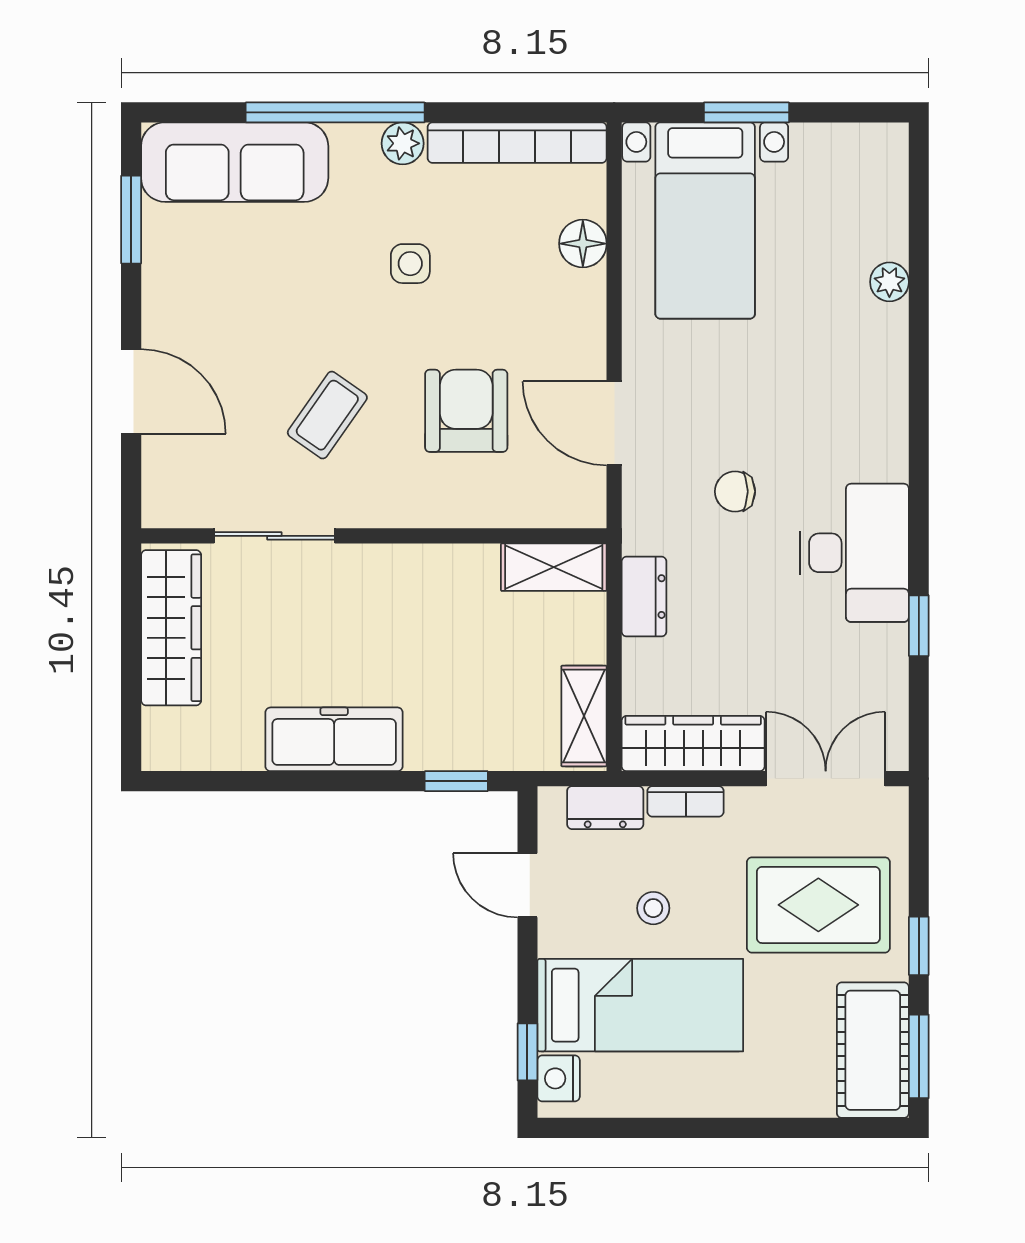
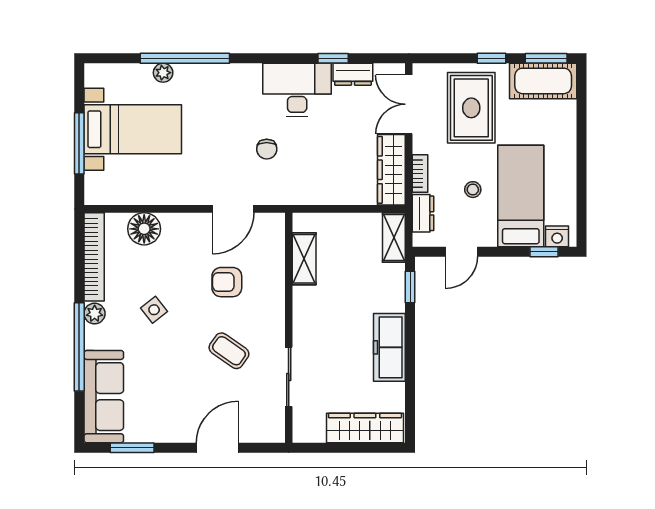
window: (746, 112) -> (79, 143), width x1.44
bed with nightstands: (705, 220) -> (133, 129), moved
floor lamp: (583, 244) -> (144, 229), width x1.38, depth x1.38
side table: (410, 264) -> (154, 310), turned -38
window: (919, 326) -> (185, 58), added
armchair: (466, 411) -> (227, 282), width x0.72, depth x0.72
shelving: (554, 567) -> (304, 259), moved
dresser: (644, 597) -> (353, 74), moved, turned 180
wardrobe: (171, 628) -> (365, 428), moved
shelving: (584, 716) -> (394, 238), moved, turned 90

